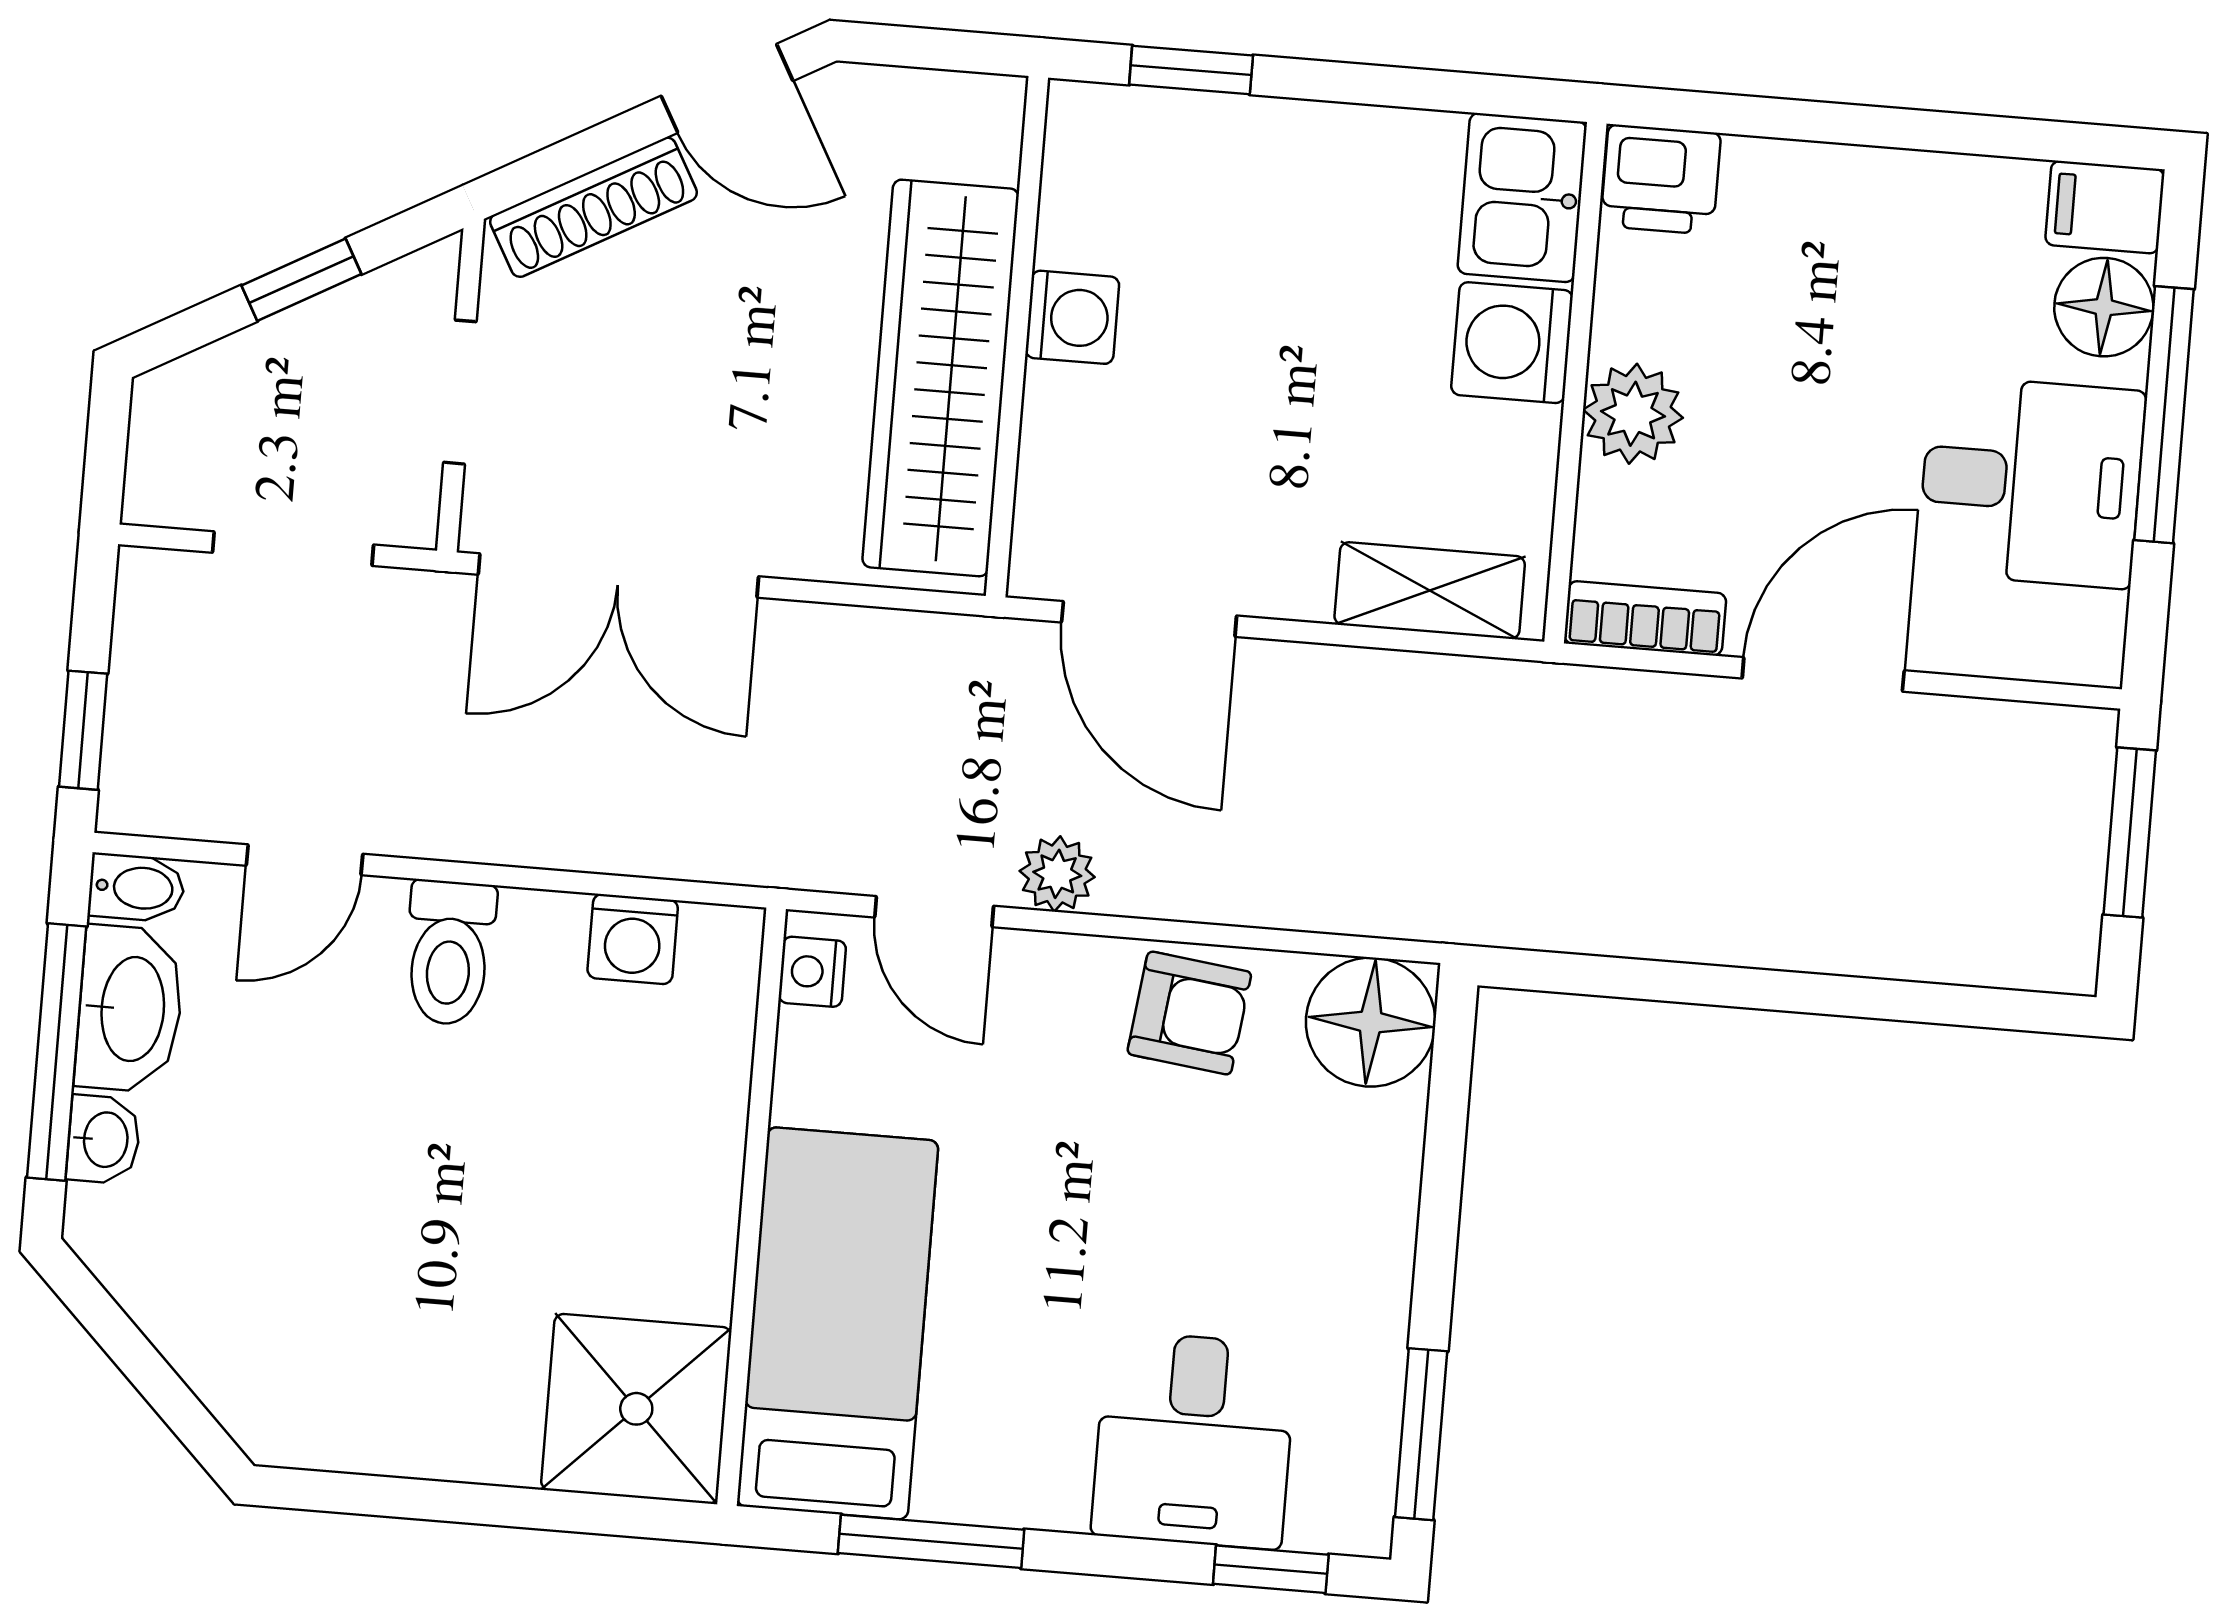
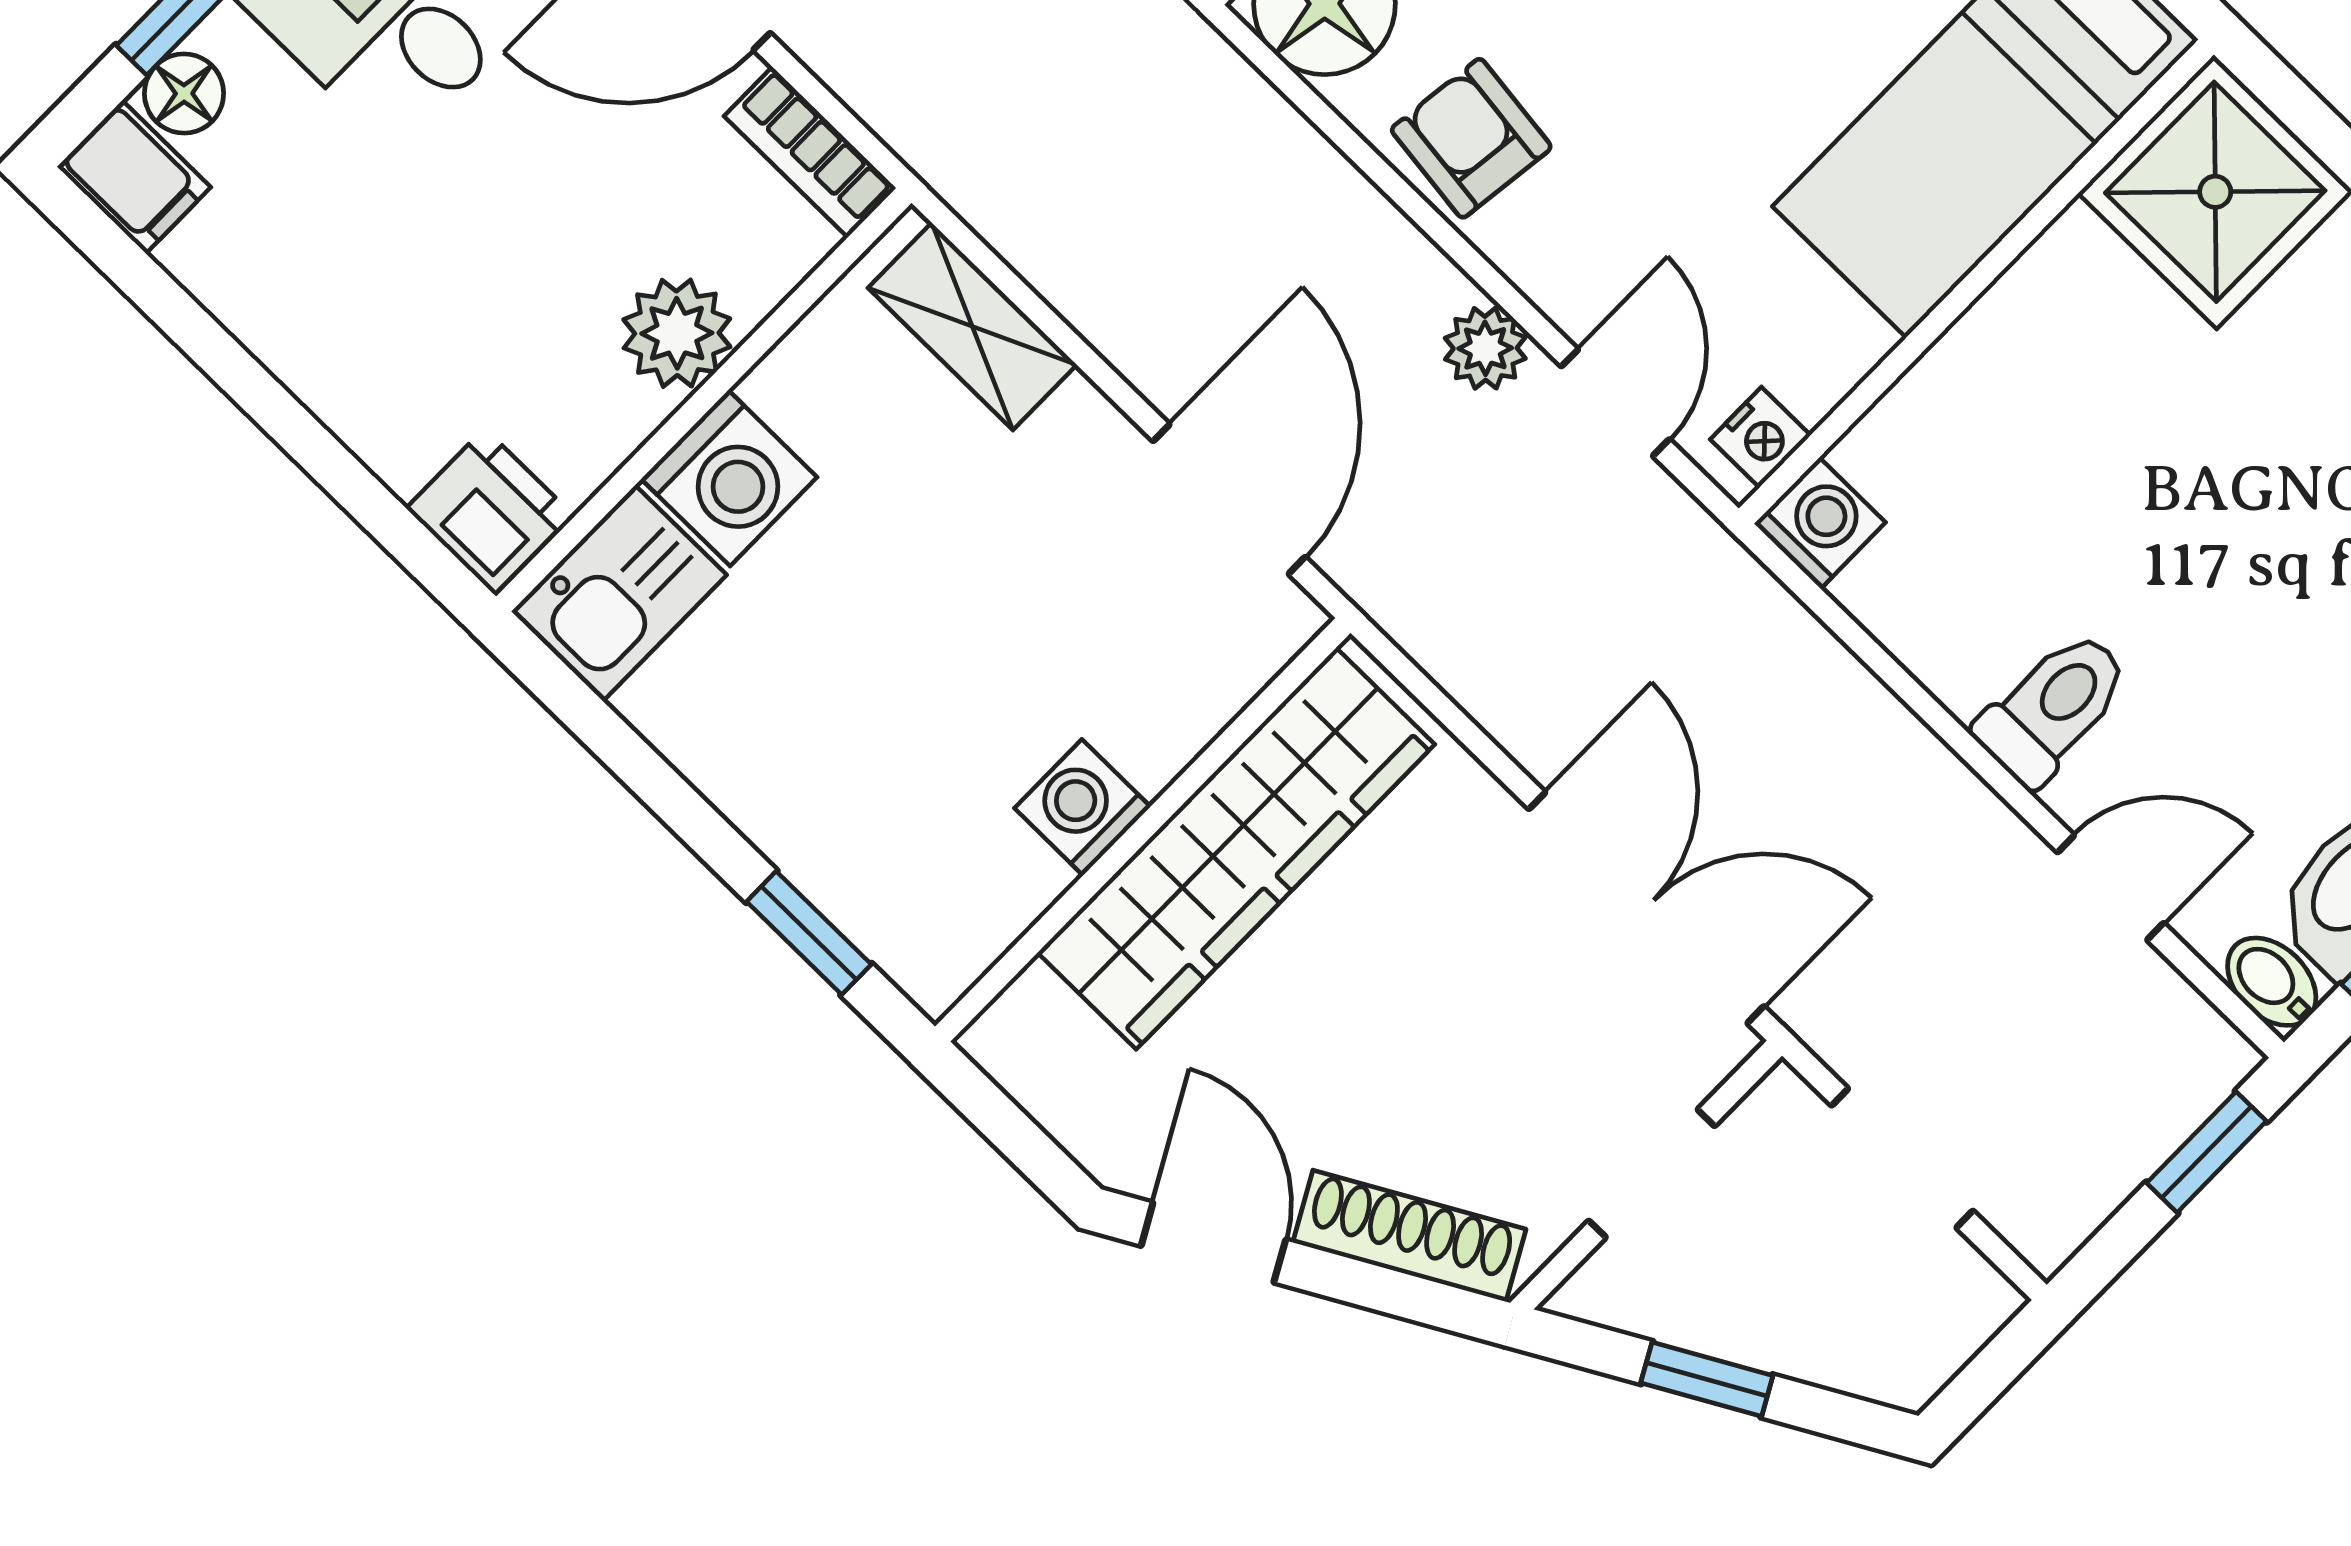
floor lamp: (2104, 307) -> (184, 93), width x0.73, depth x0.73
washing machine: (633, 939) -> (1820, 523), moved

